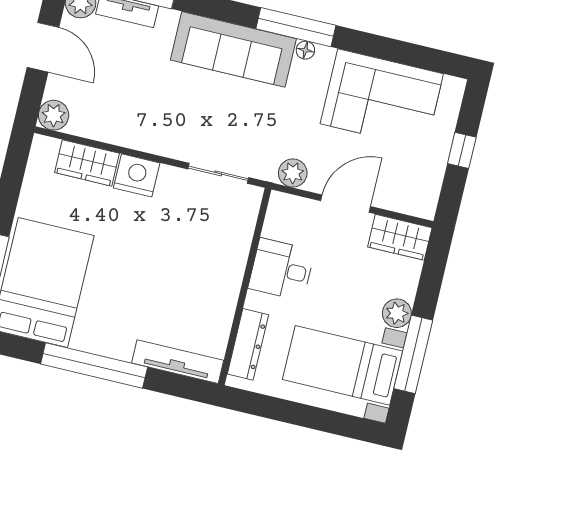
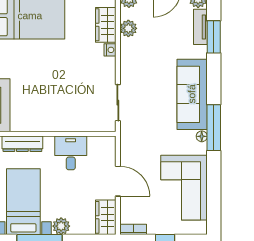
plant: (293, 173) -> (128, 28), moved
nightstand: (137, 175) -> (110, 50), width x0.53, depth x0.56
bookcase: (430, 198) -> (133, 229), added

